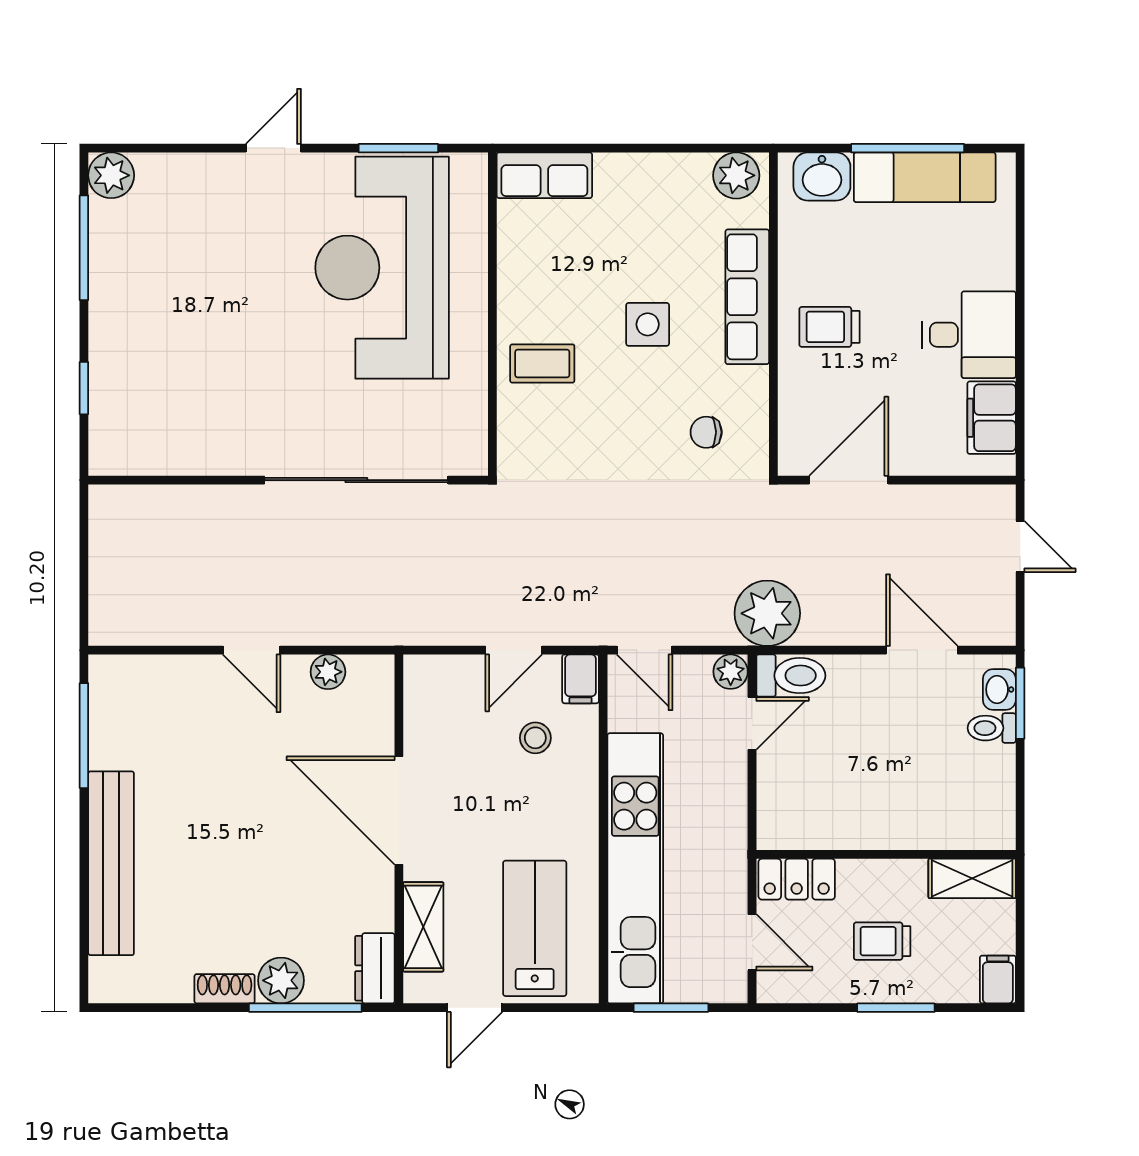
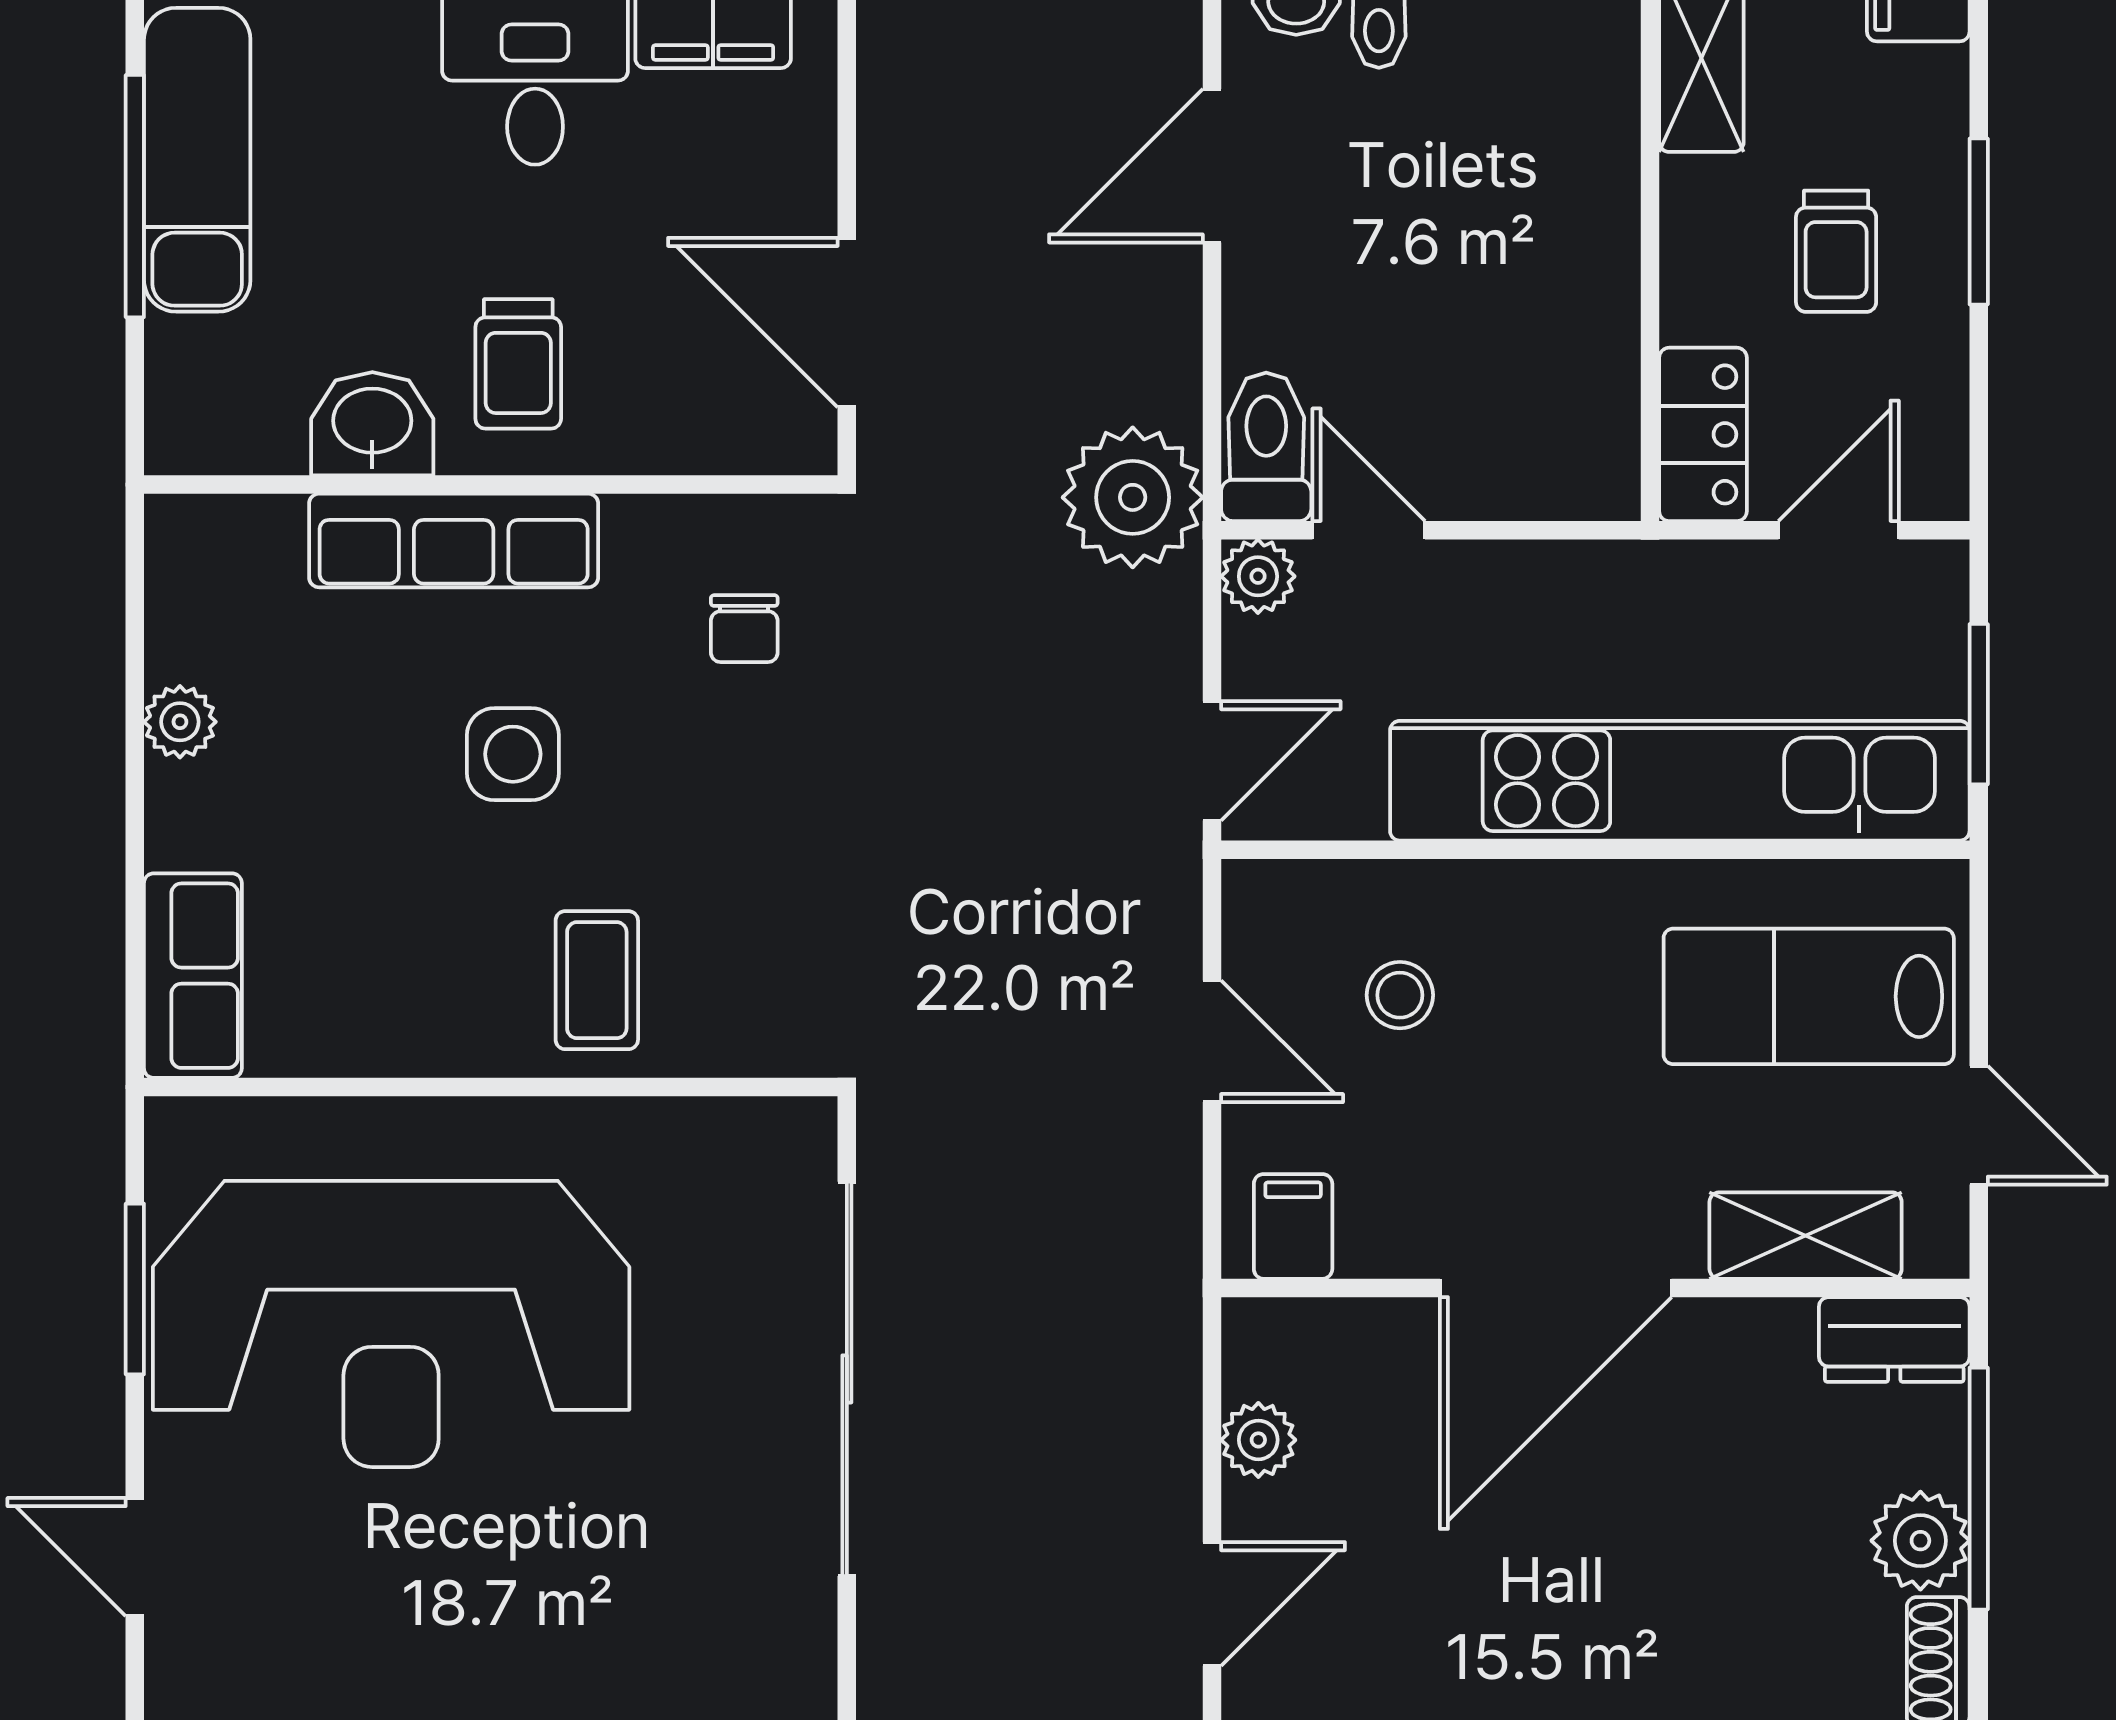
plant: (736, 175) -> (180, 722), moved, width x0.73, depth x0.73
washbasin: (822, 177) -> (372, 424), moved, turned -90
filing cabinet: (581, 679) -> (1293, 1226), moved, turned -90

